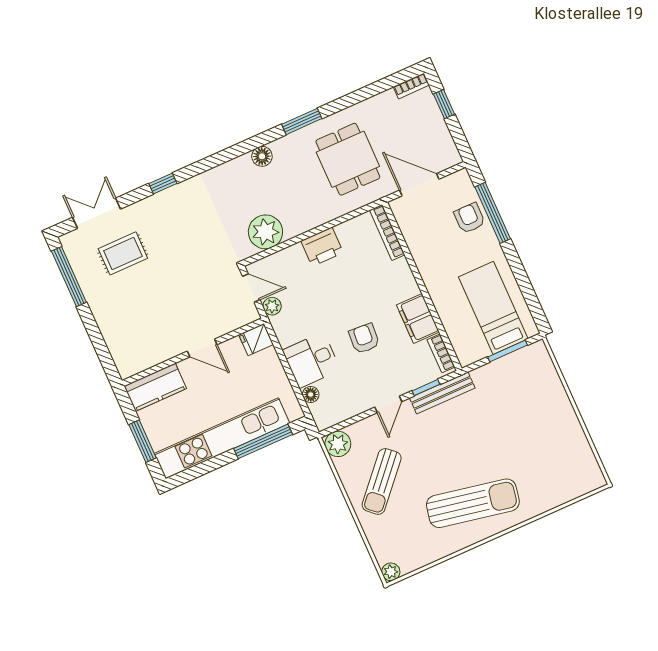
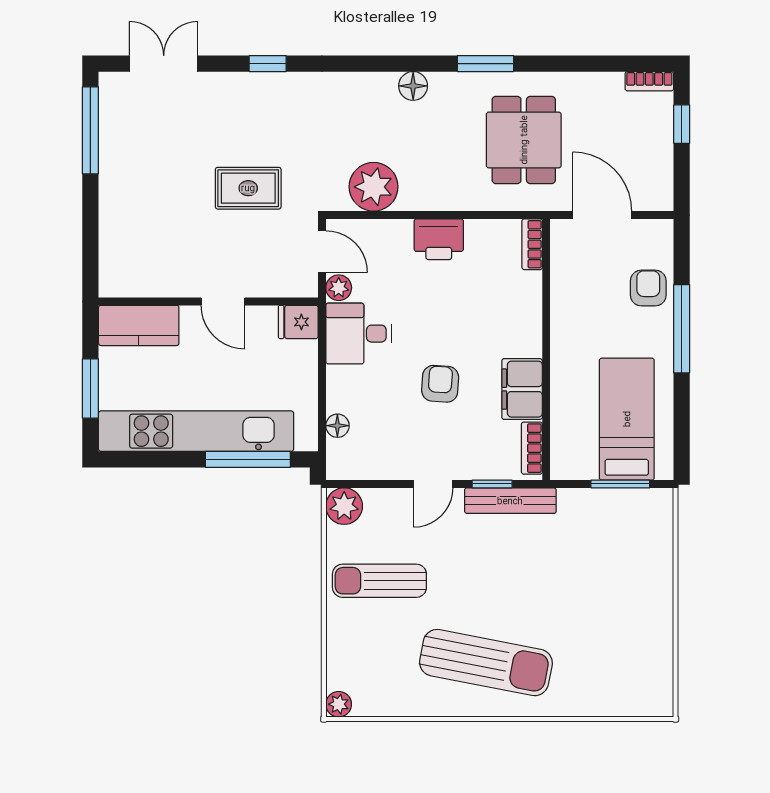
window: (493, 213) -> (682, 329), moved
bookcase: (387, 232) -> (532, 244), width x0.64
rug: (123, 253) -> (248, 188), moved
desk: (311, 360) -> (359, 334), moved
sun lounger: (382, 481) -> (379, 581), turned 48

